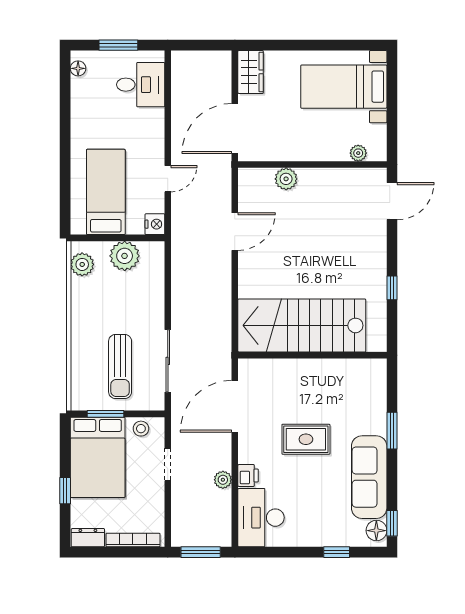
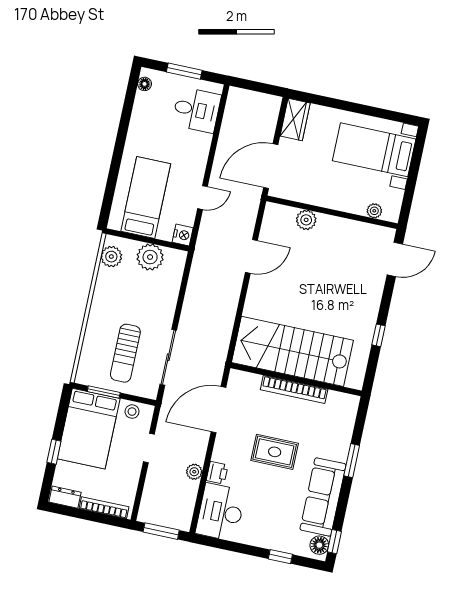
bookcase: (313, 367) -> (294, 389), added

